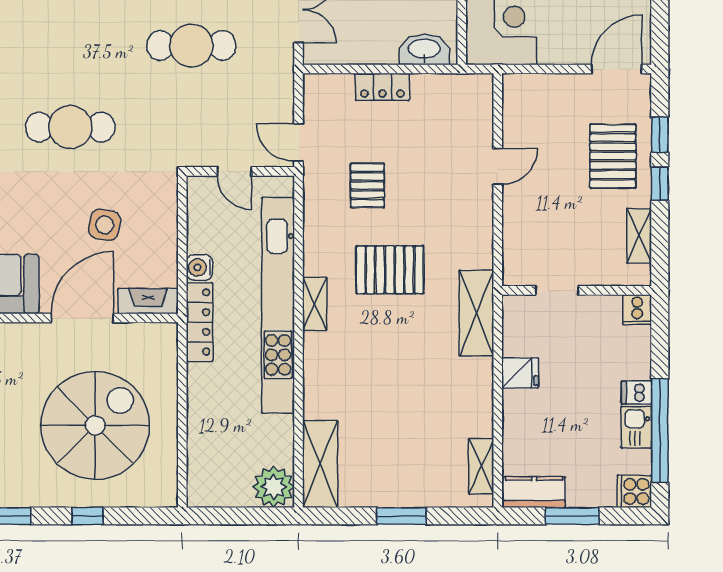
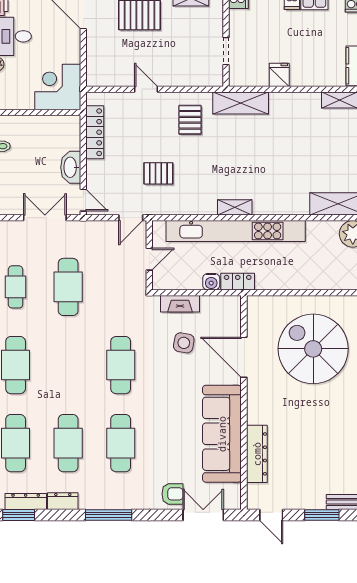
washbasin: (424, 50) -> (71, 167), moved
door: (326, 69) -> (83, 200), added
locker: (382, 87) -> (95, 132), moved, width x1.53
pallet: (390, 270) -> (190, 120), moved, width x0.67, depth x0.71
fireplace: (148, 301) -> (180, 304), moved, turned -90
locker: (200, 322) -> (238, 282), width x0.66

